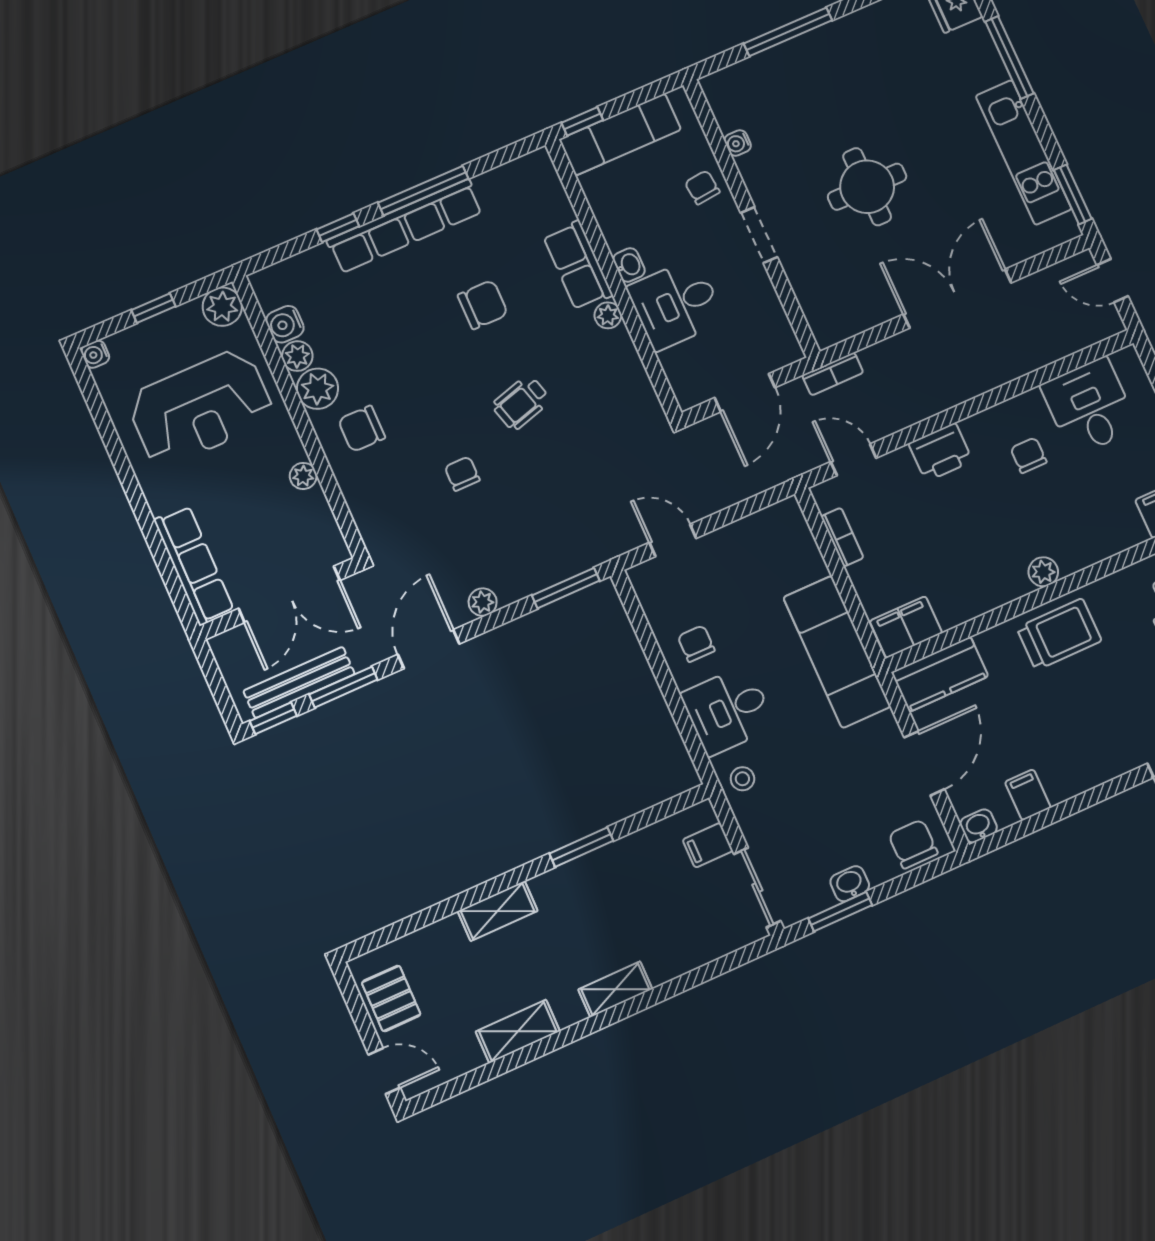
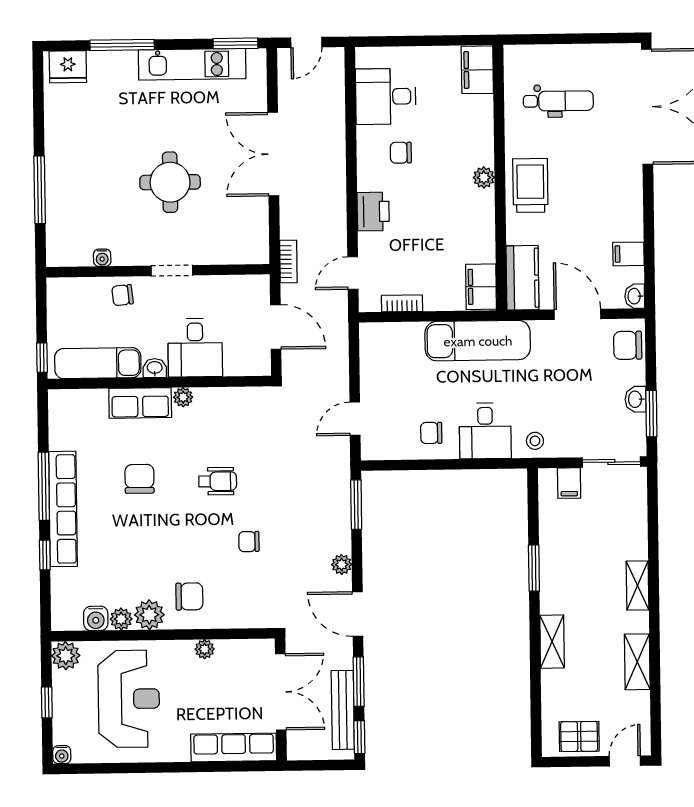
exam couch: (620, 134) -> (98, 363), moved, turned -90
wheelchair: (521, 403) -> (218, 481), turned -74
chair: (362, 429) -> (189, 596), turned -90

